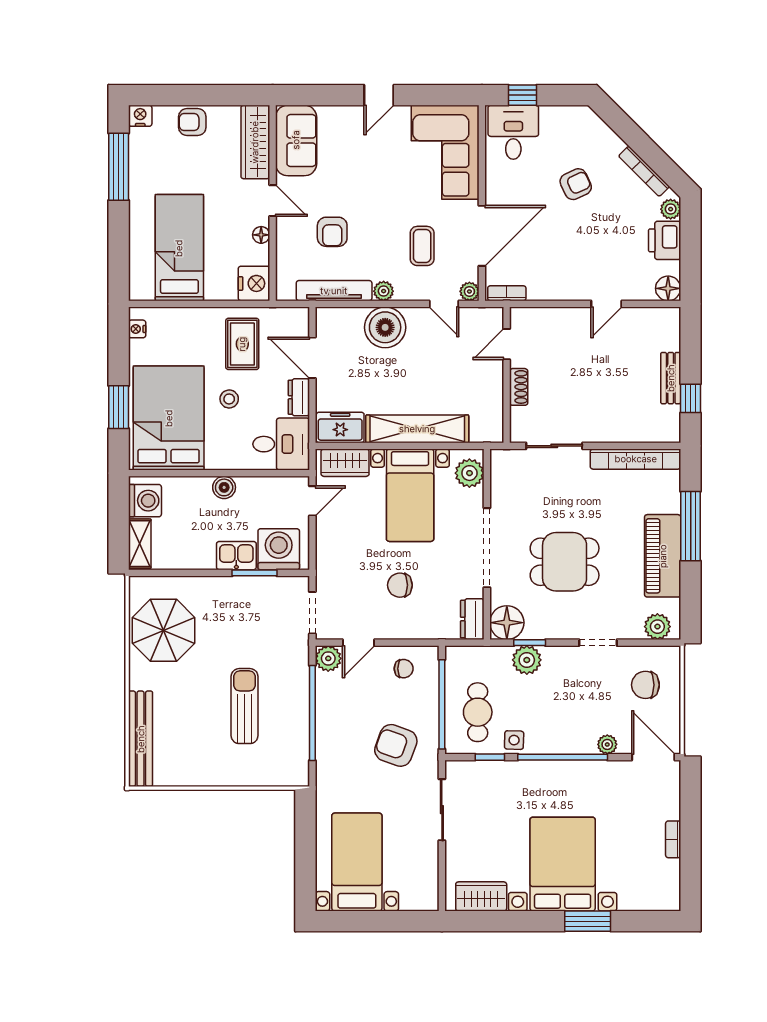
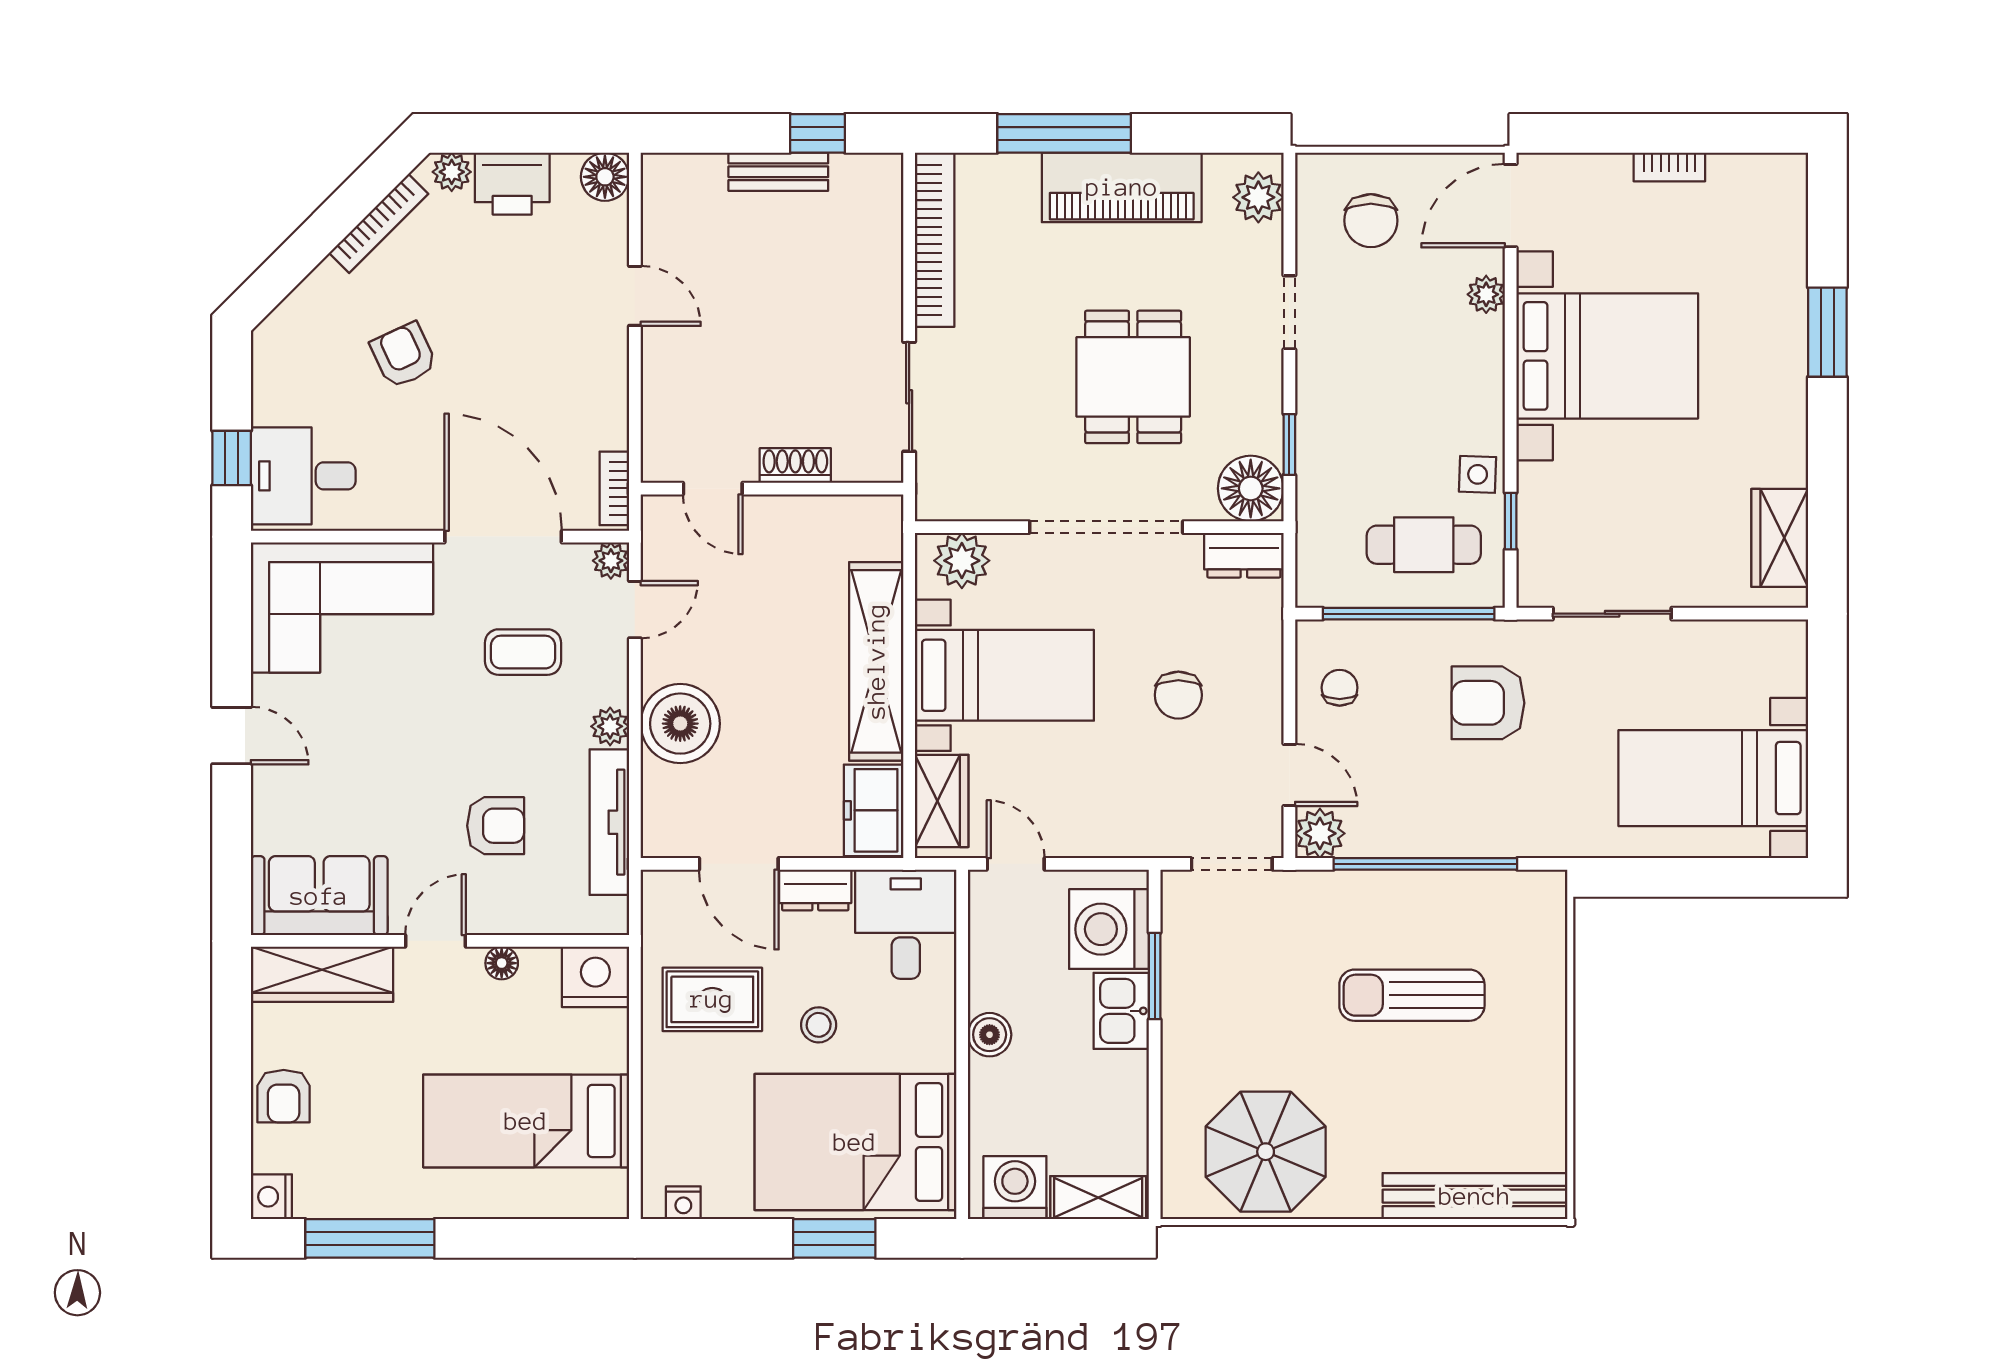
door: (312, 358) -> (739, 864), hinge flipped
plant: (527, 660) -> (1323, 450), removed
armchair: (396, 745) -> (1488, 703), turned 70
window: (563, 757) -> (1511, 381), removed
bed with nightstands: (563, 864) -> (1607, 356), moved, turned 180

